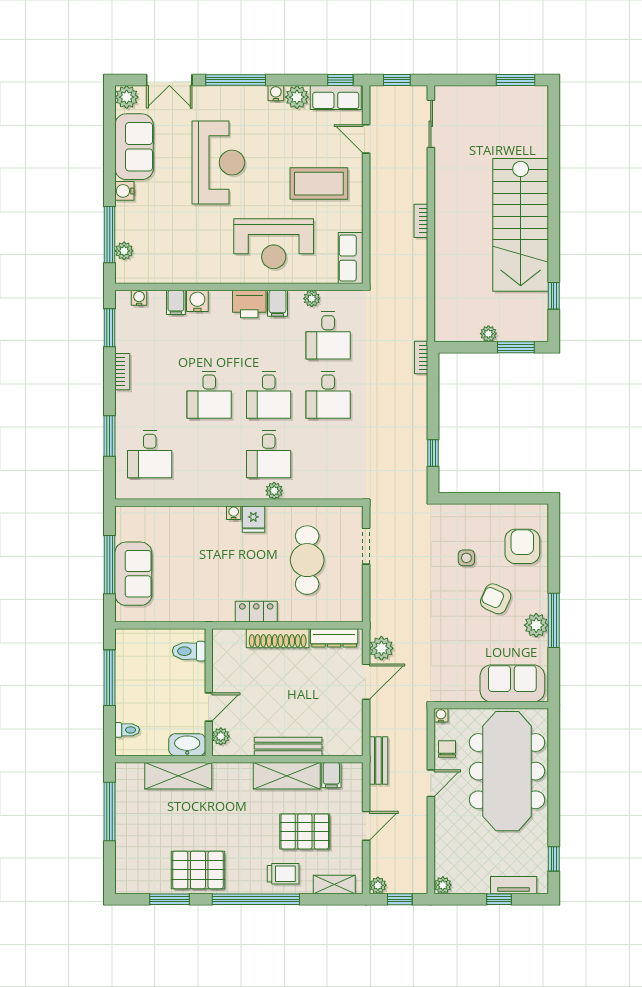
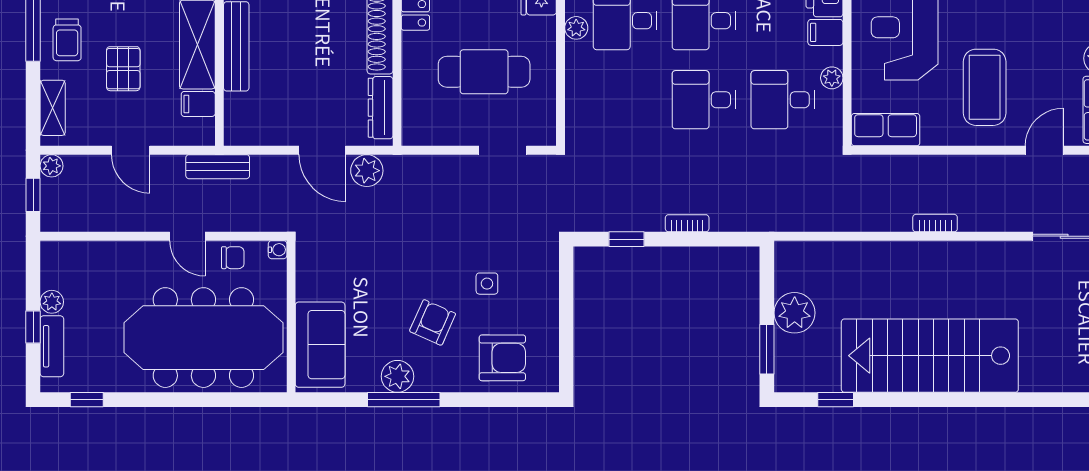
plant: (488, 334) -> (795, 313), width x1.88, depth x1.88
bookcase: (421, 357) -> (687, 223), moved
pallet: (305, 831) -> (123, 69), width x0.67, depth x0.71
plant: (443, 885) -> (52, 302), moved

